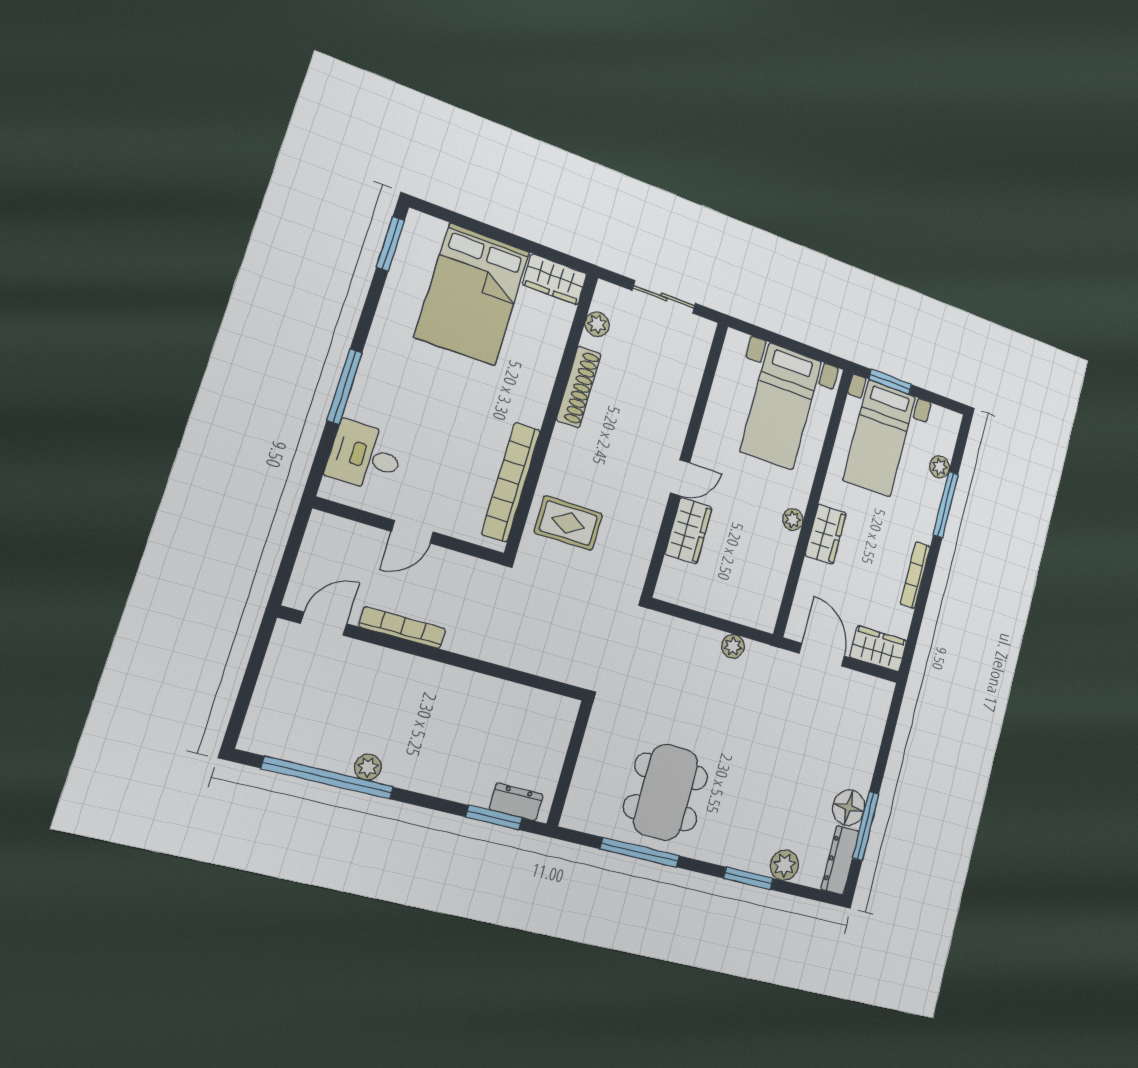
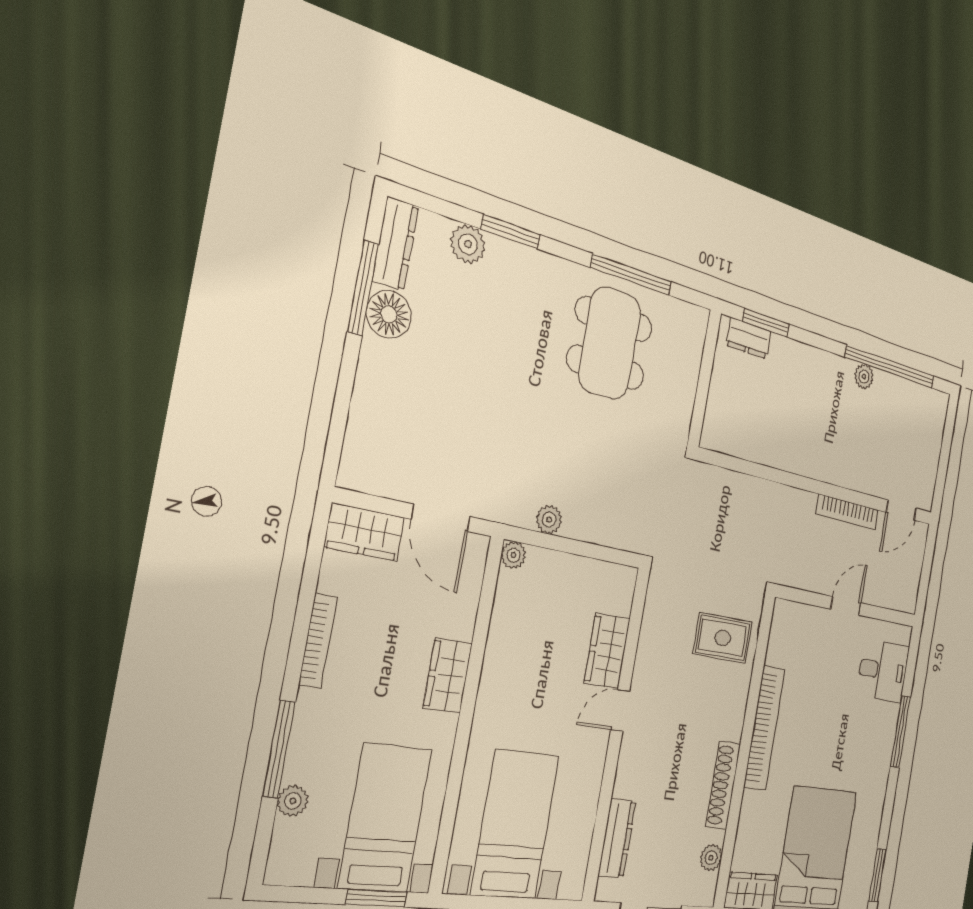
dresser: (692, 369) -> (617, 838), added
bookcase: (511, 482) -> (764, 728), moved
plant: (793, 520) -> (513, 555), moved

